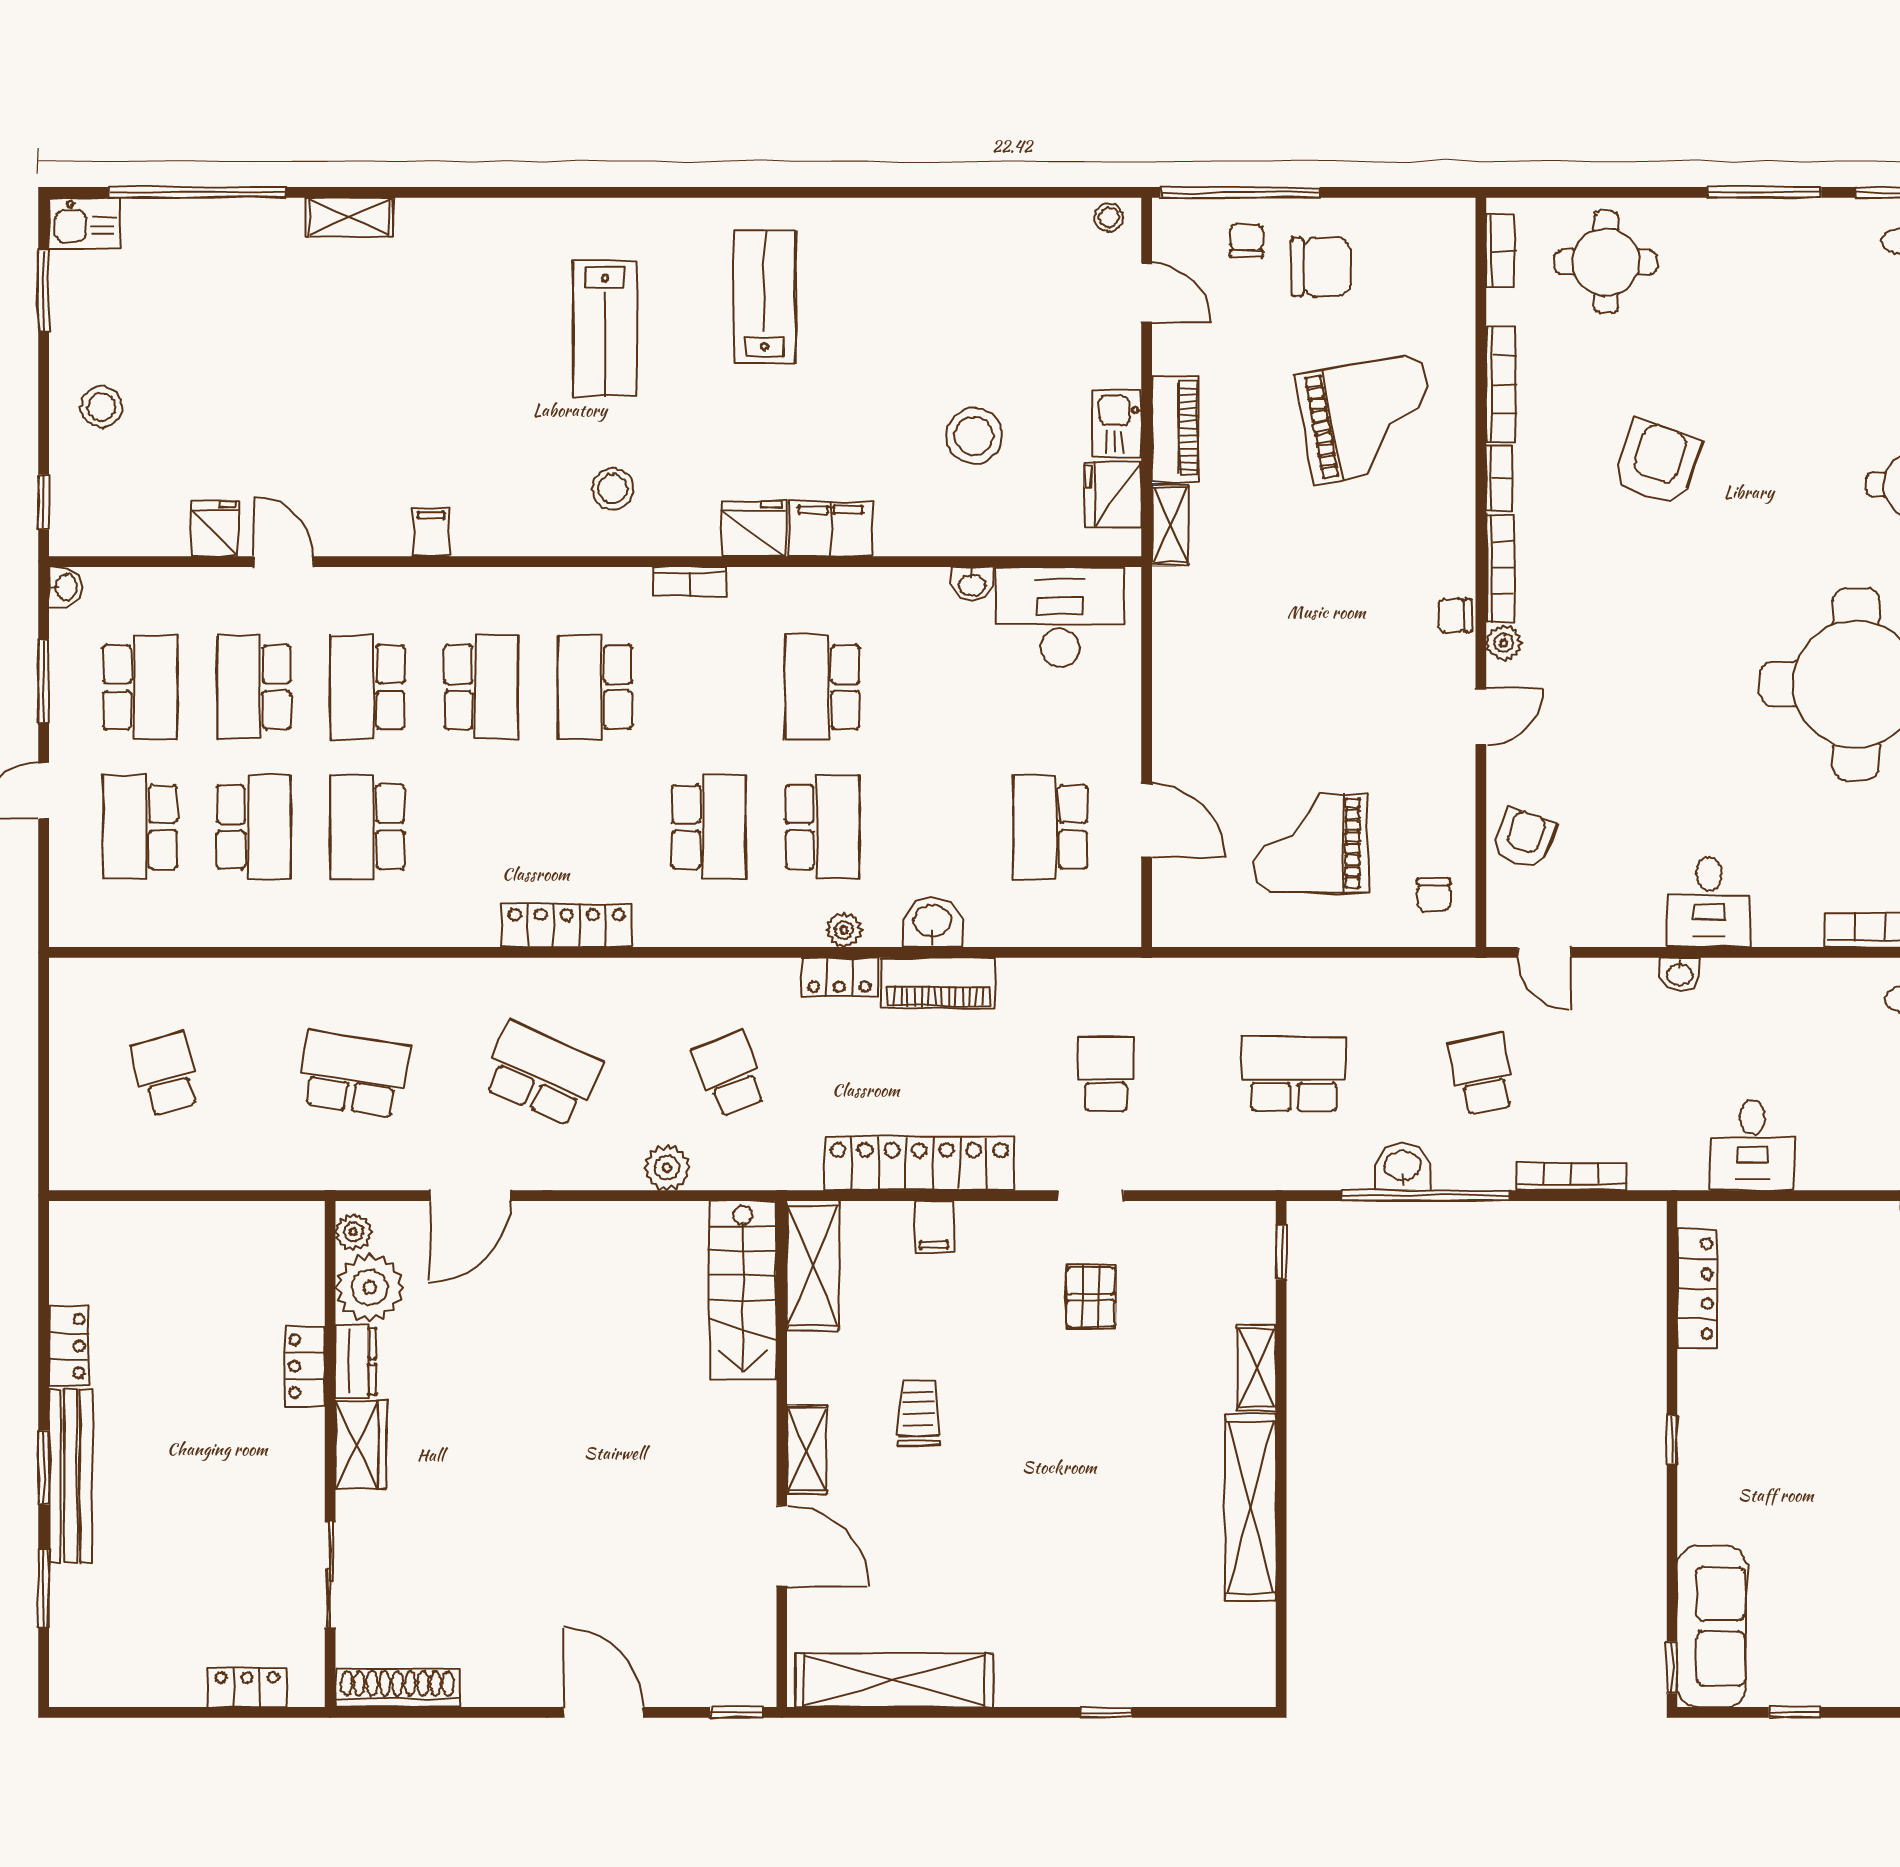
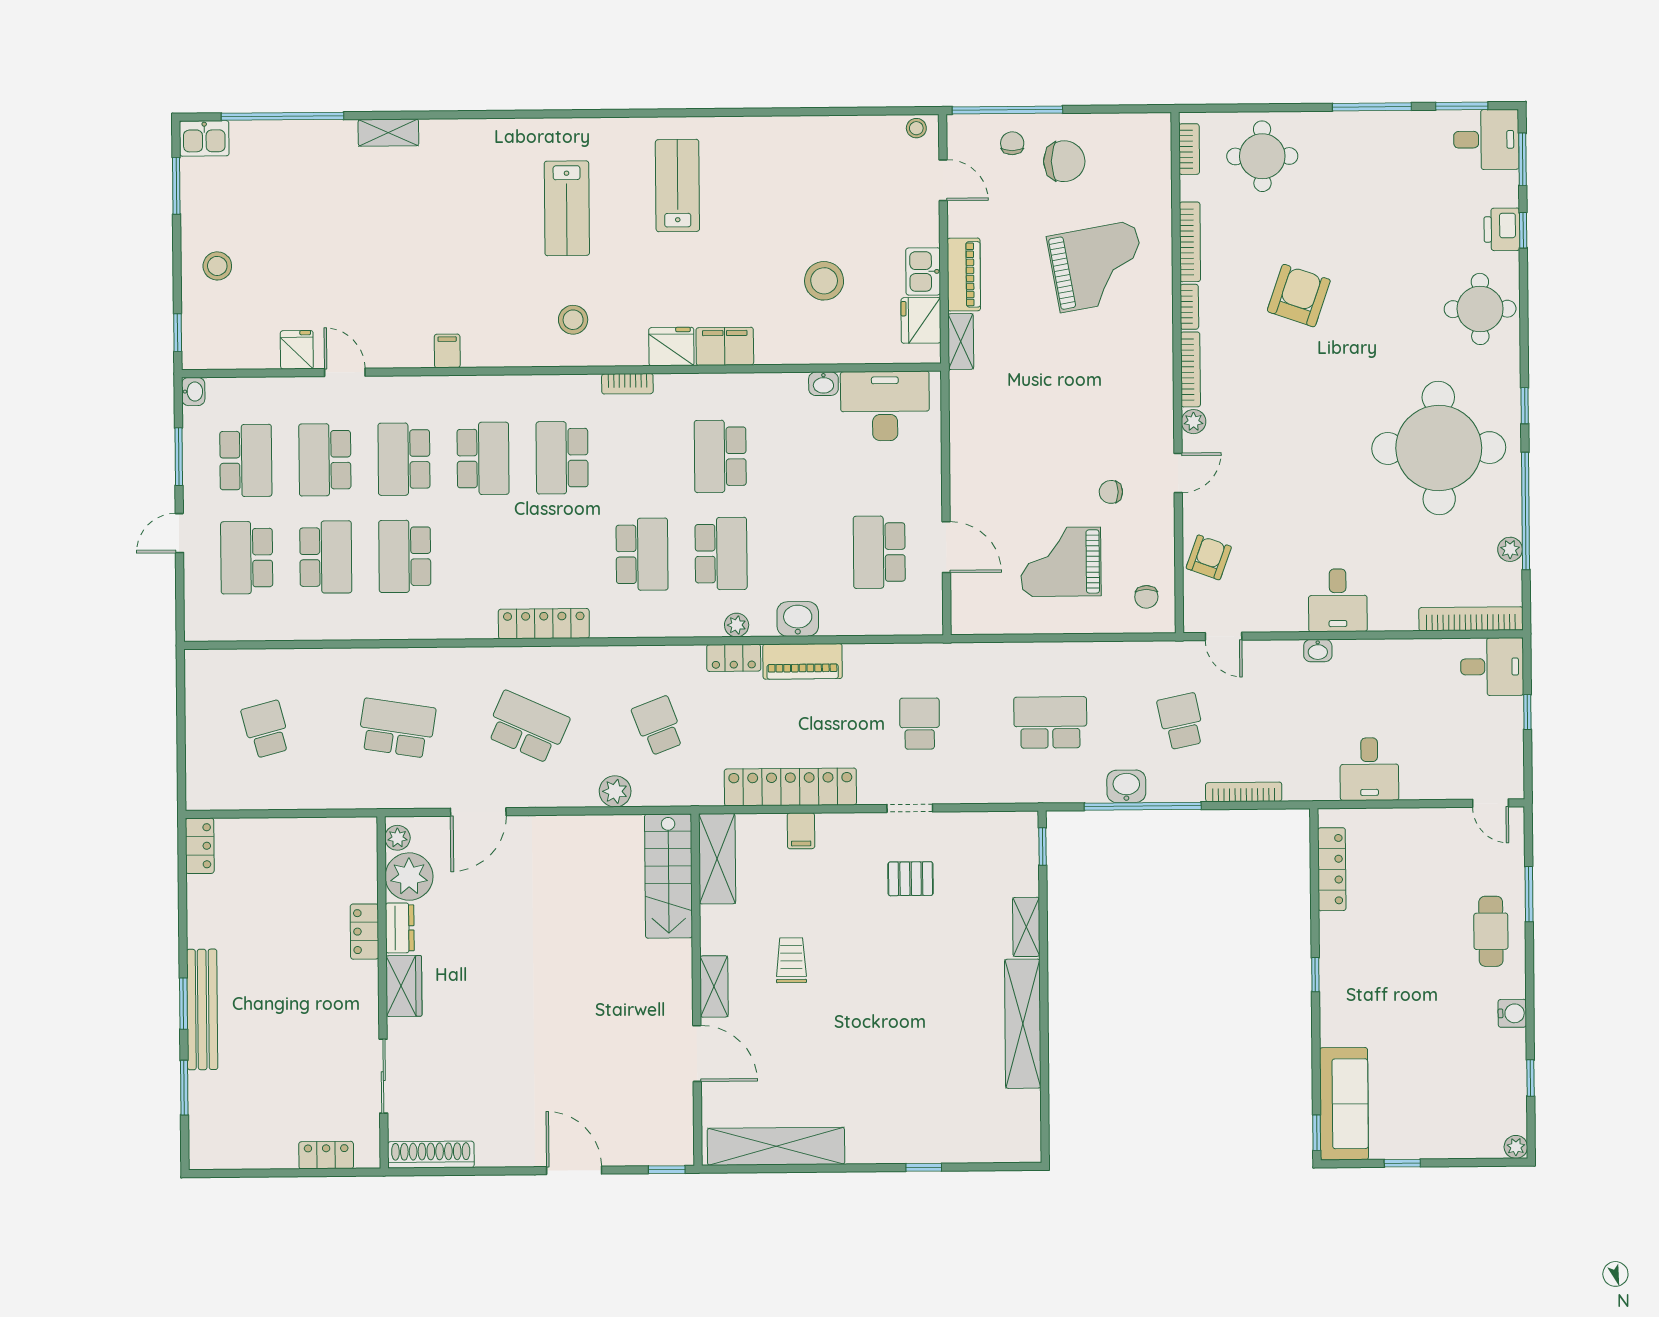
chair: (1455, 615) -> (1111, 492), moved
pallet: (1091, 1297) -> (911, 879), turned 90
locker: (69, 1346) -> (200, 846), moved

